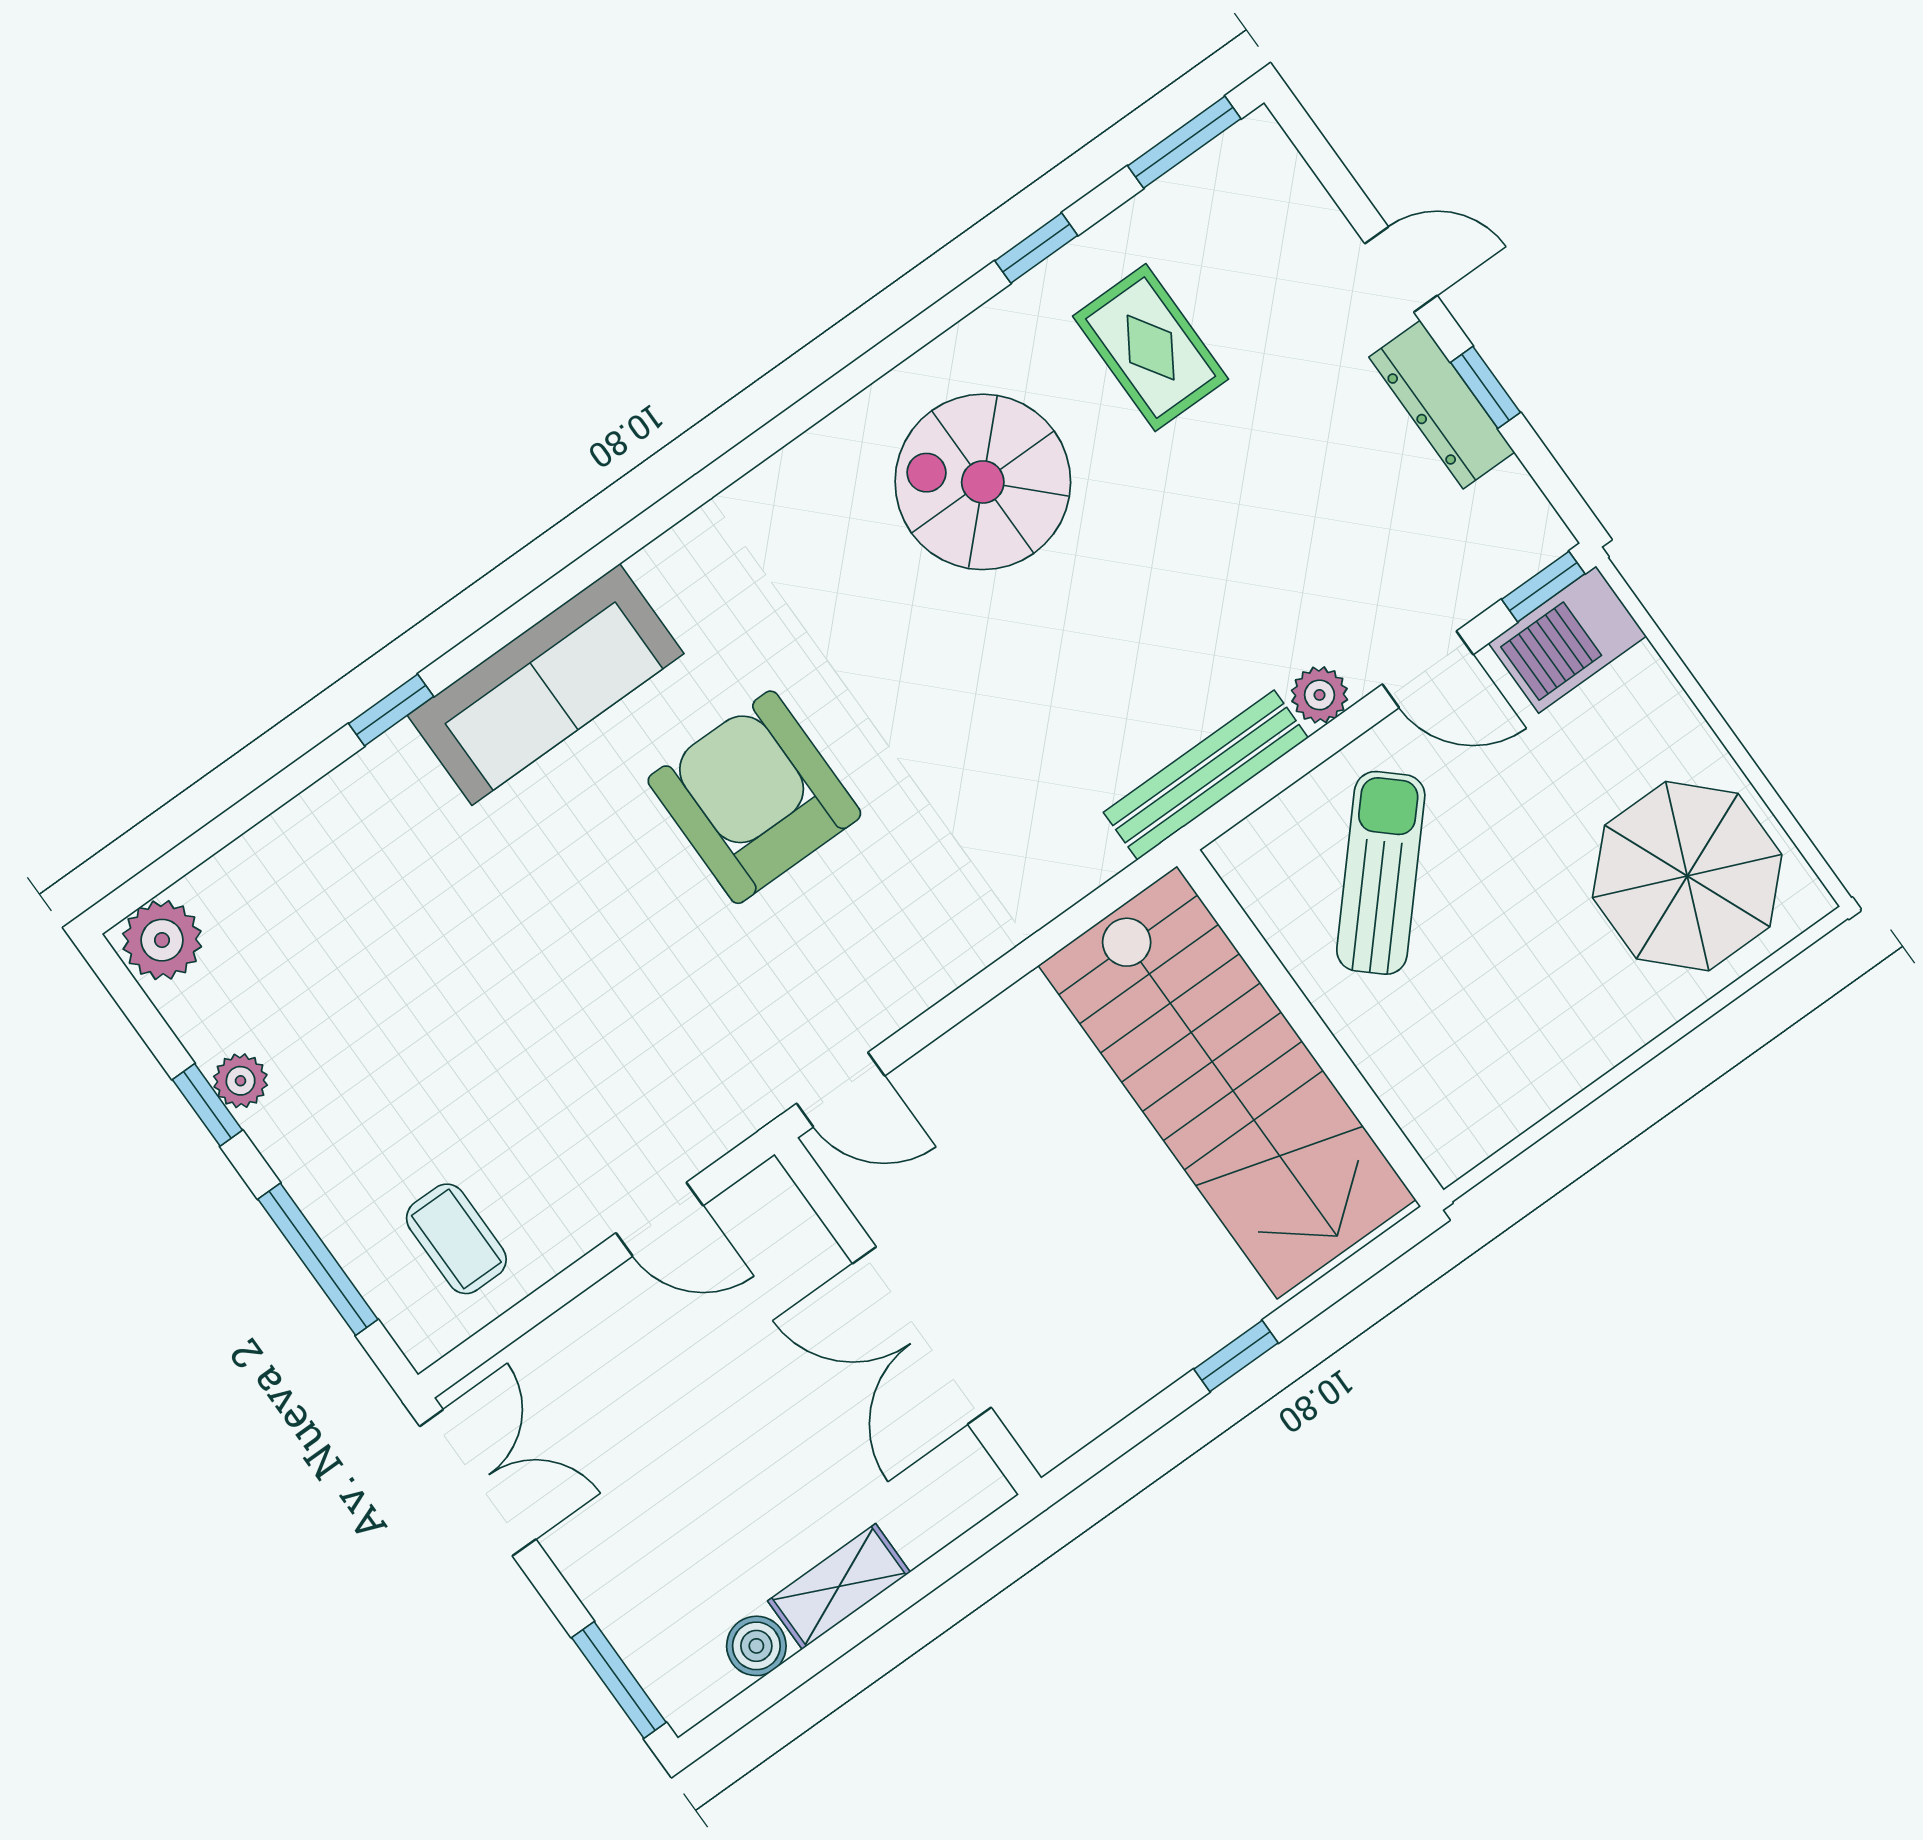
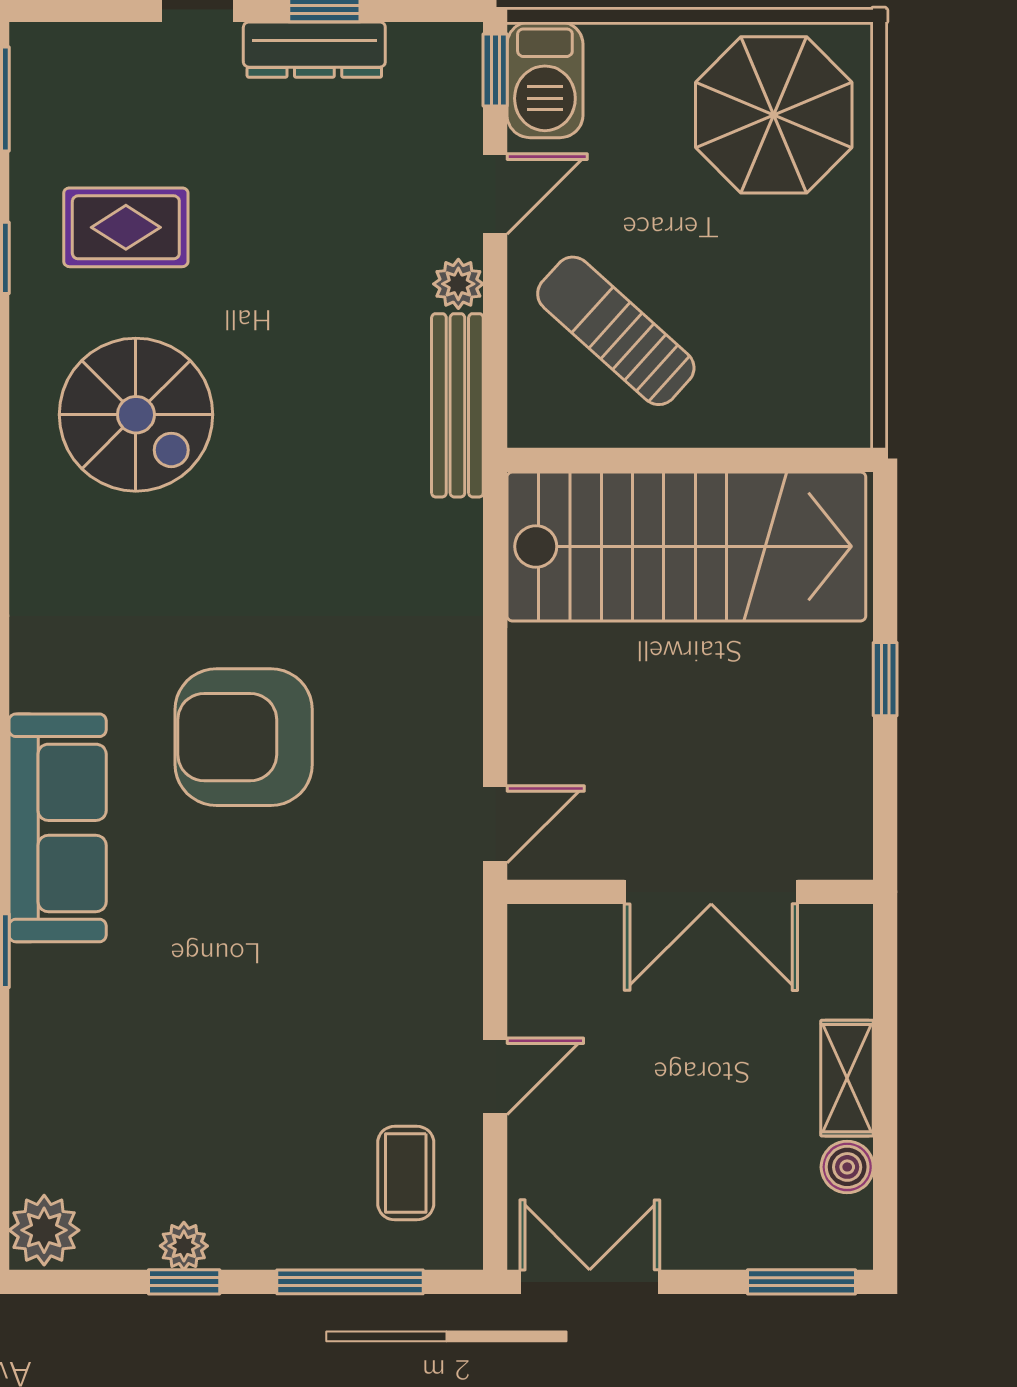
spiral stairs: (983, 482) -> (136, 415), turned -90
door: (660, 1219) -> (495, 1076), moved
coffee table: (456, 1239) -> (406, 1173), turned 90

